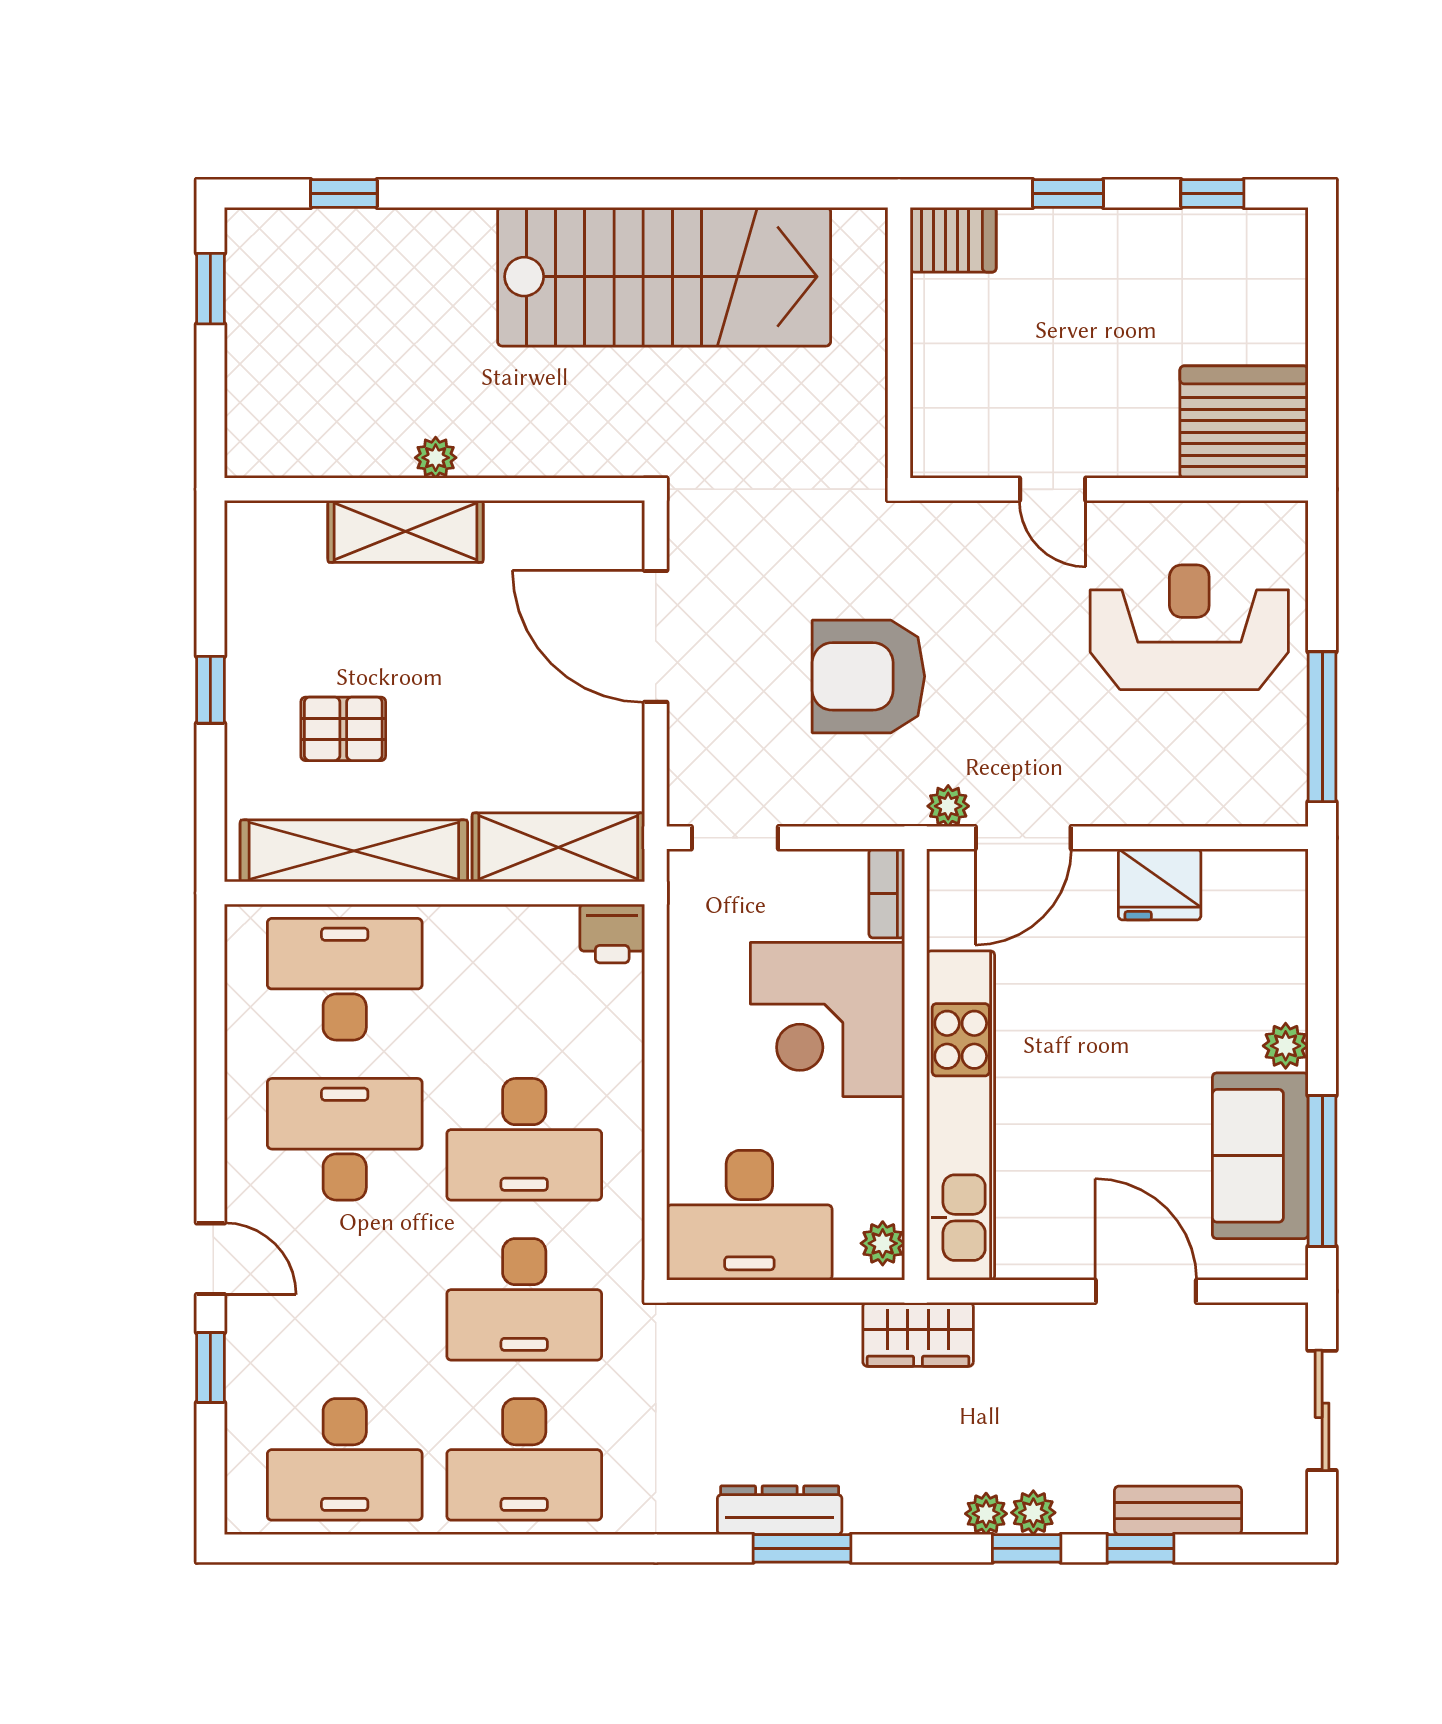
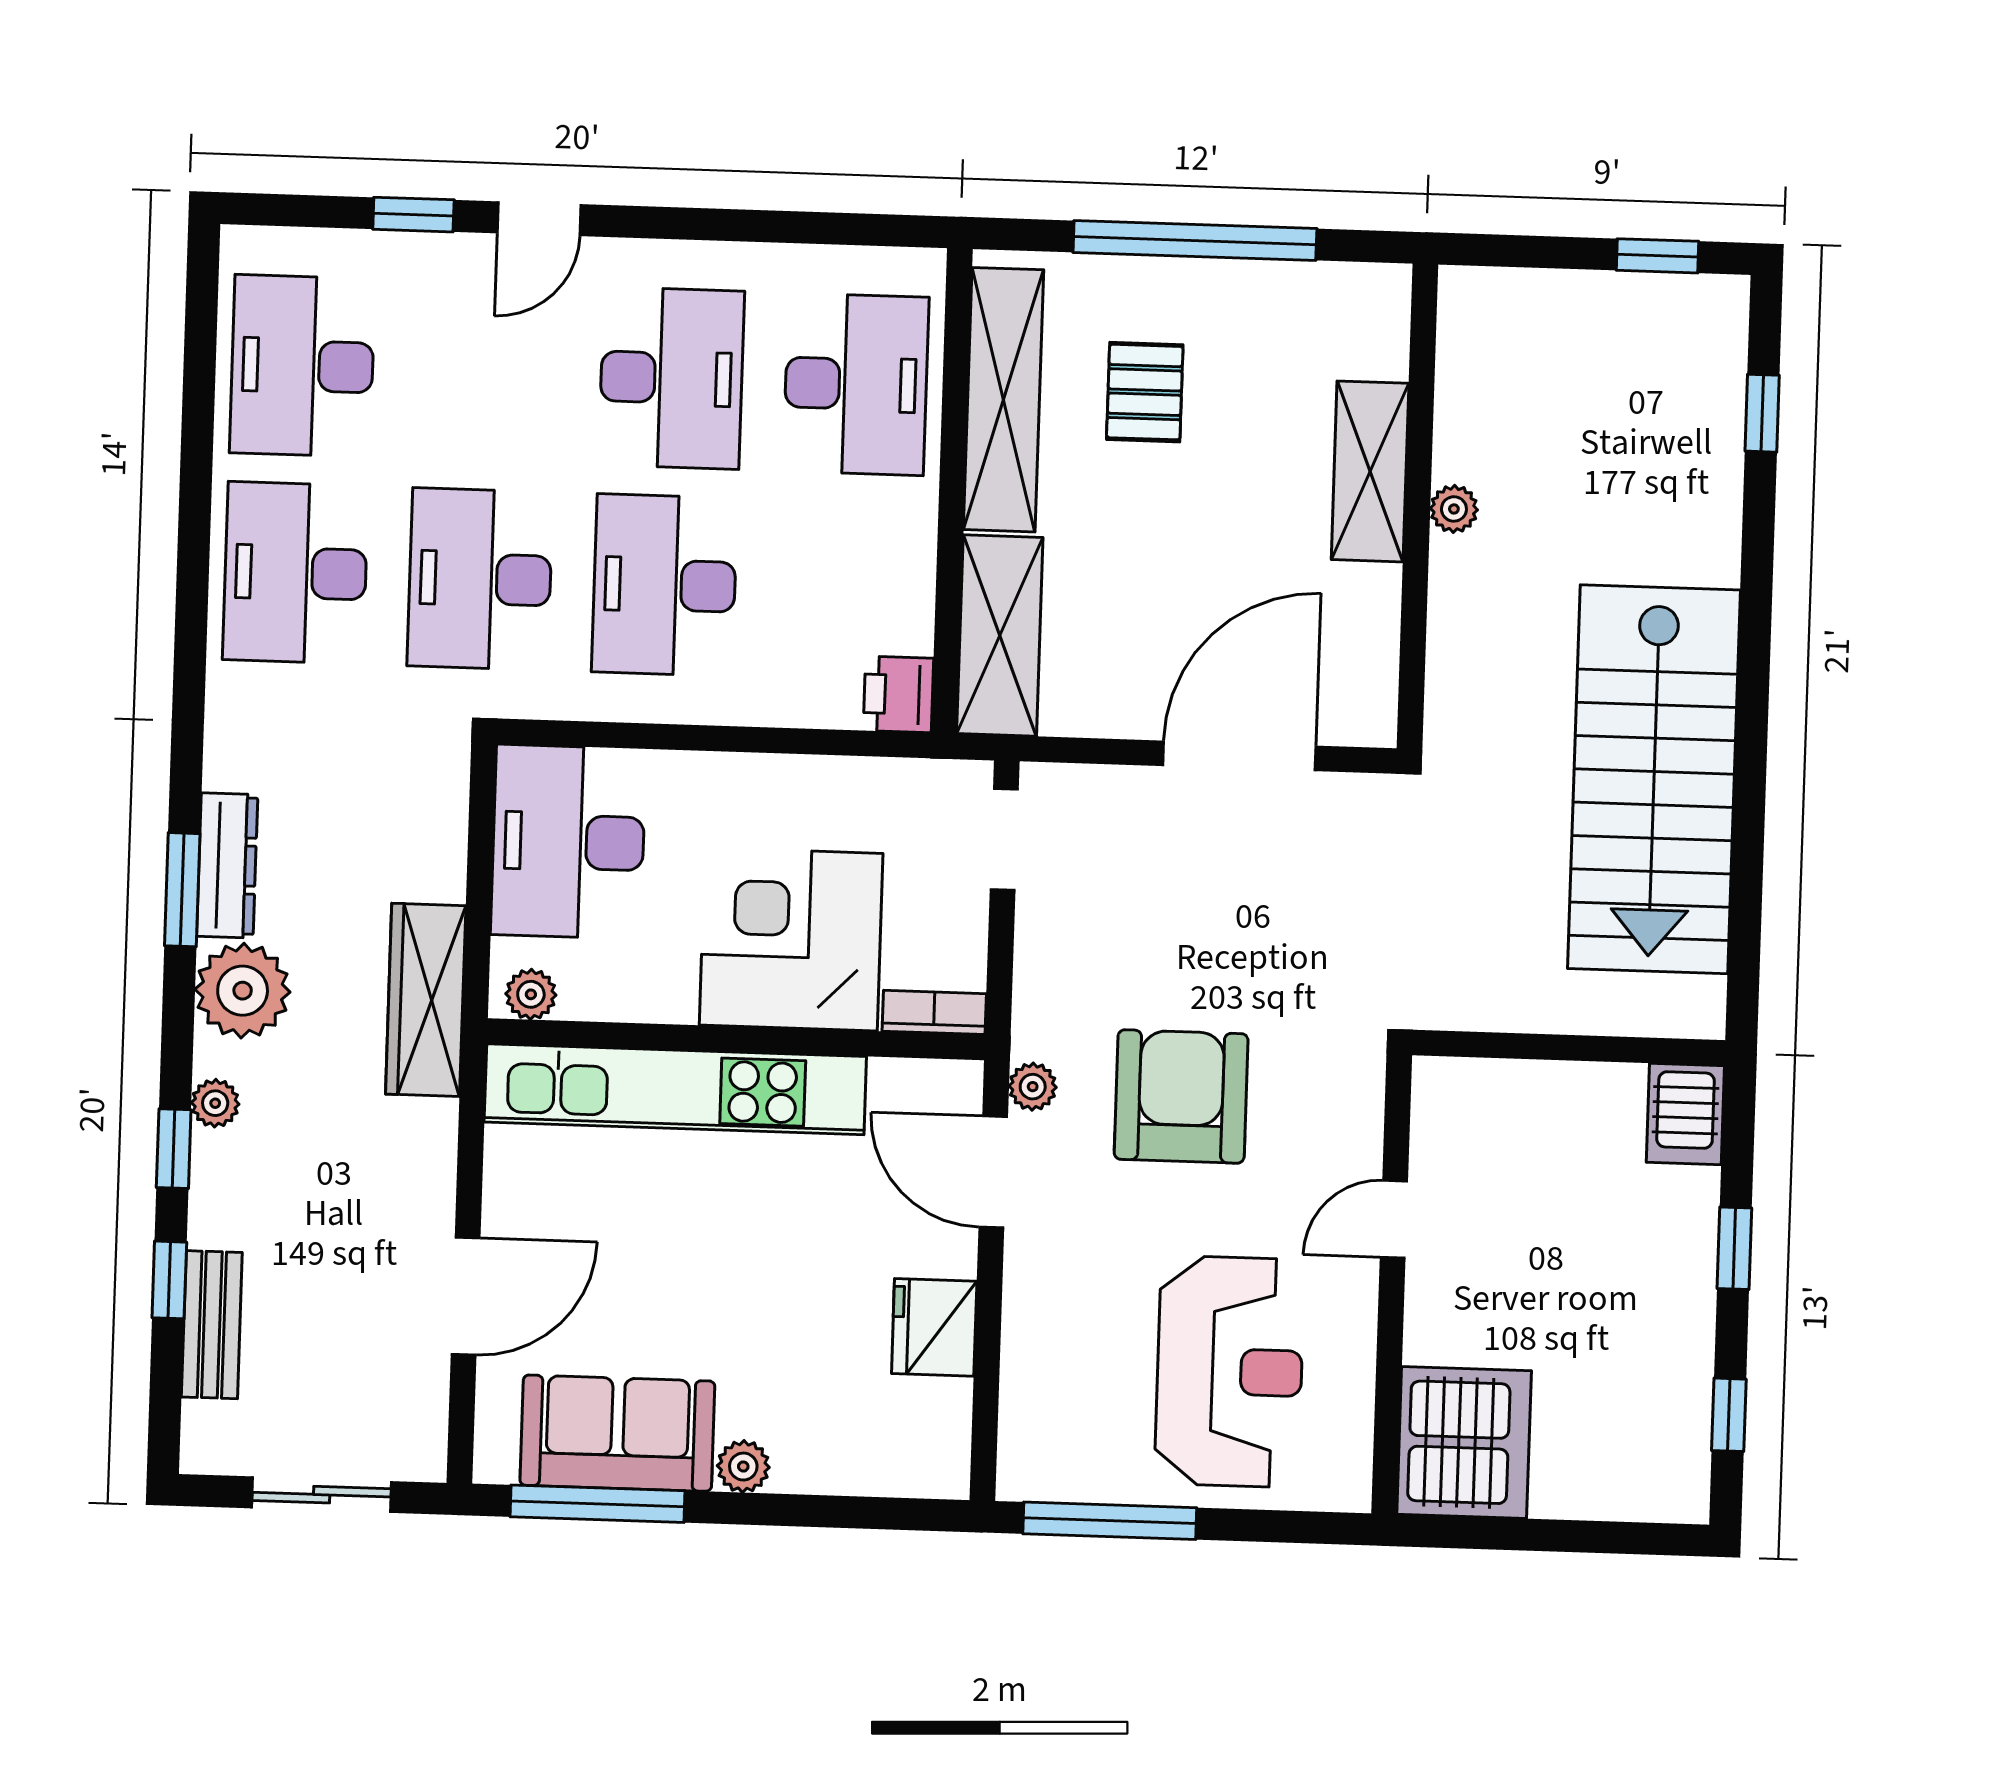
armchair: (868, 676) -> (1181, 1096), moved
window: (210, 690) -> (1195, 240), width x3.17
wardrobe: (918, 1334) -> (426, 1000), width x1.50
plant: (1033, 1513) -> (243, 991), moved, width x1.87, depth x1.87

